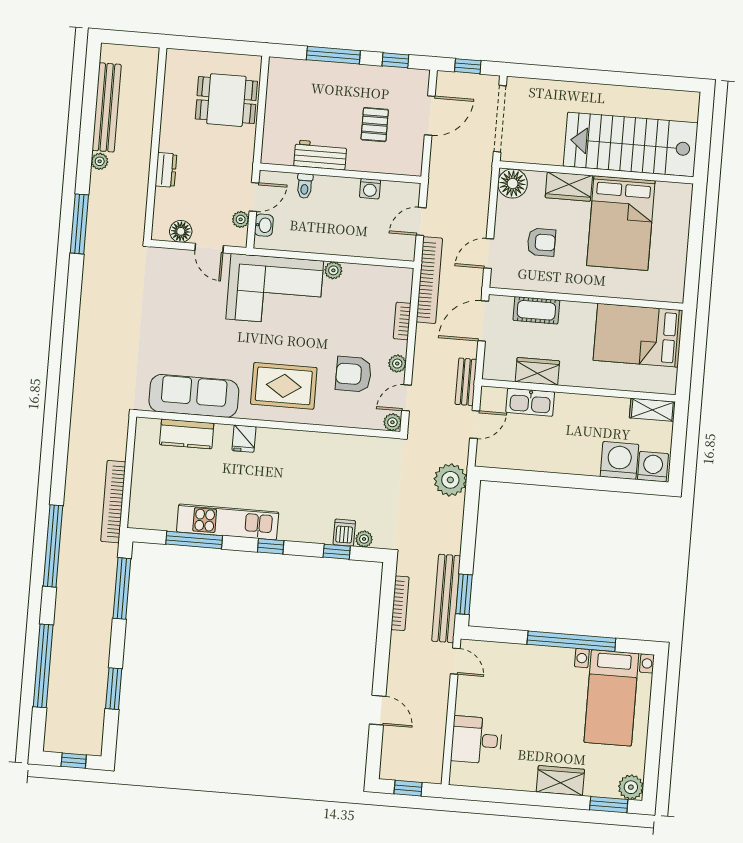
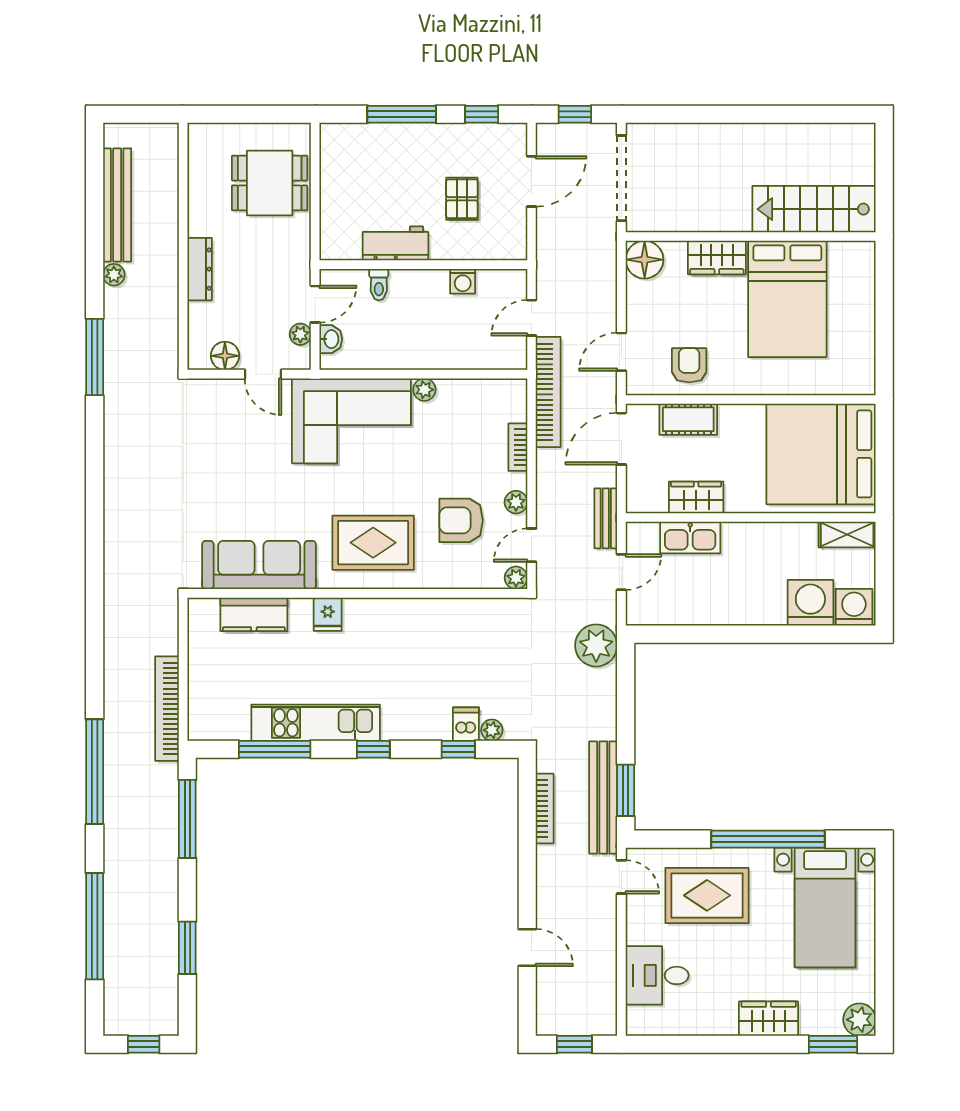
stairs: (631, 144) -> (814, 209), width x0.73, depth x0.66
dresser: (166, 170) -> (200, 269), width x1.44
armchair: (541, 242) -> (689, 365), moved, turned -90
bed: (638, 335) -> (821, 454), width x1.36
rug: (520, 681) -> (707, 895), added

